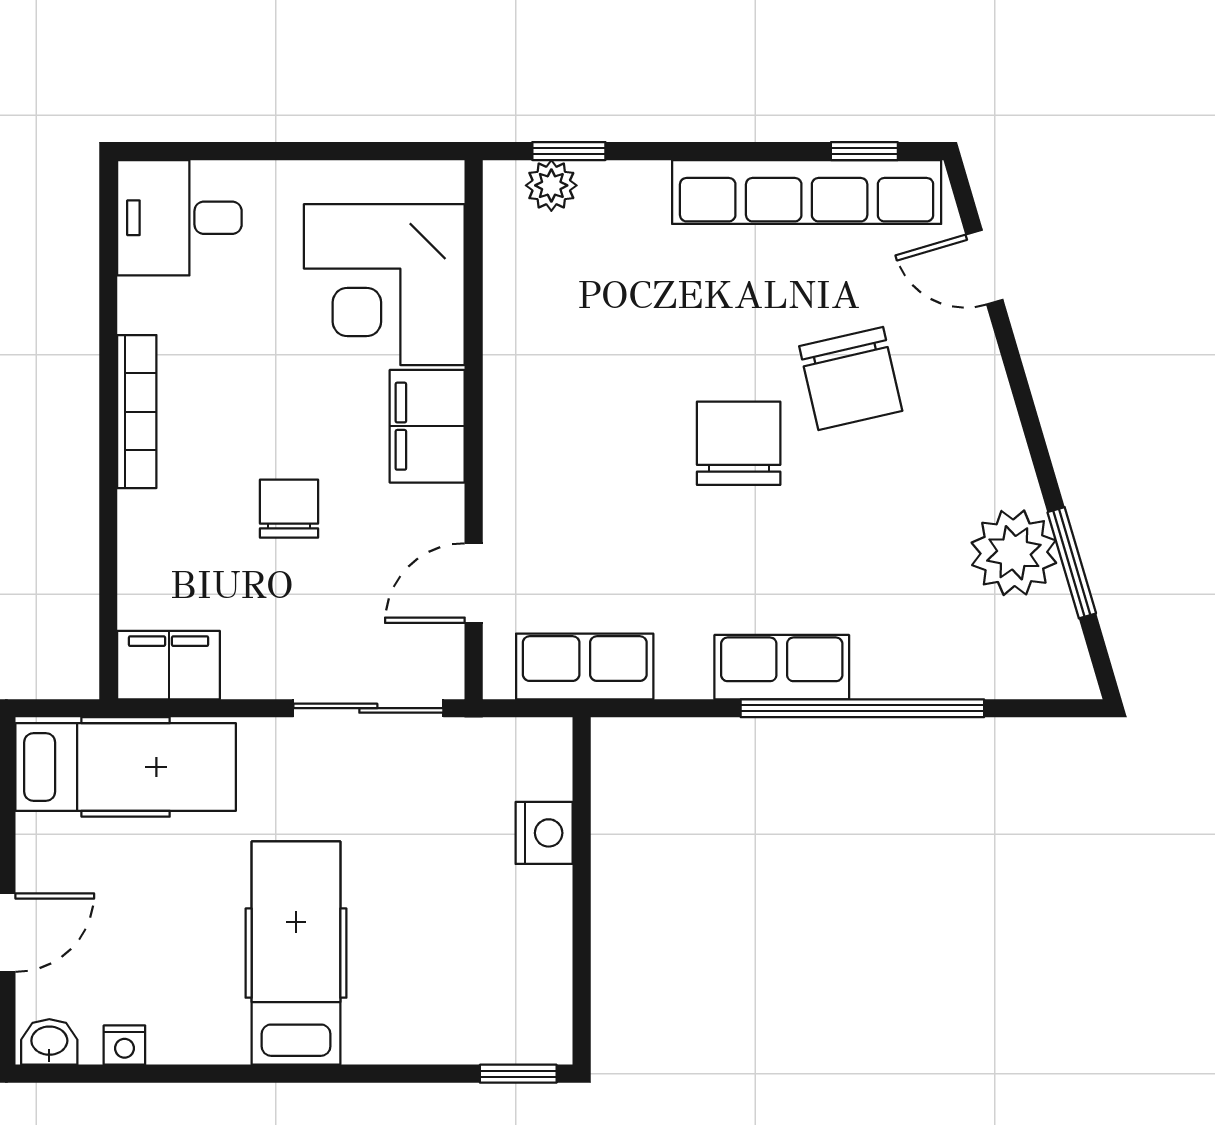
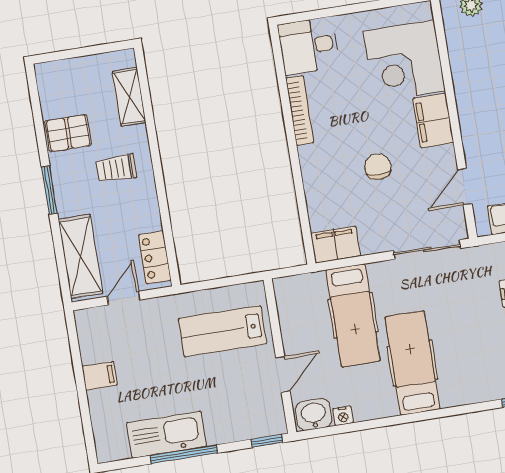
bookcase: (137, 412) -> (300, 110), moved
hospital bed: (126, 767) -> (353, 315), moved, turned 90
washbasin: (49, 1042) -> (314, 414), width x1.38, depth x1.45

